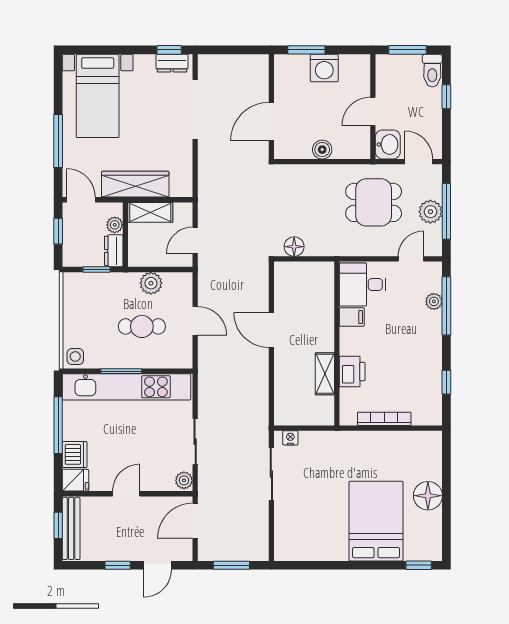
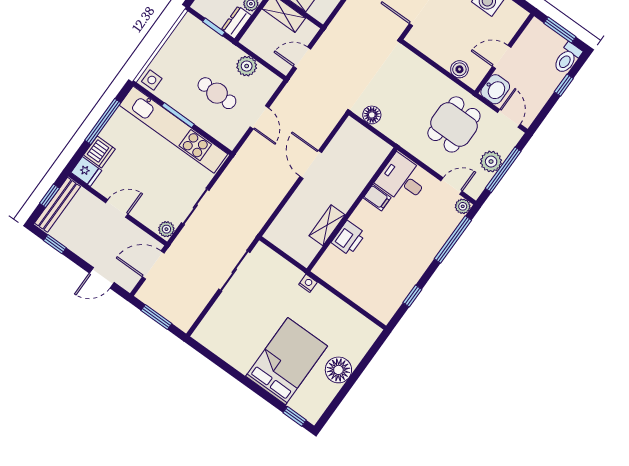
boiler: (322, 150) -> (459, 69), moved
dining table: (374, 202) -> (454, 124), turned 90
plant: (434, 301) -> (463, 206), moved
bookcase: (384, 419) -> (347, 290), removed
nightstand: (290, 438) -> (308, 283), moved
window: (118, 565) -> (55, 244), moved

